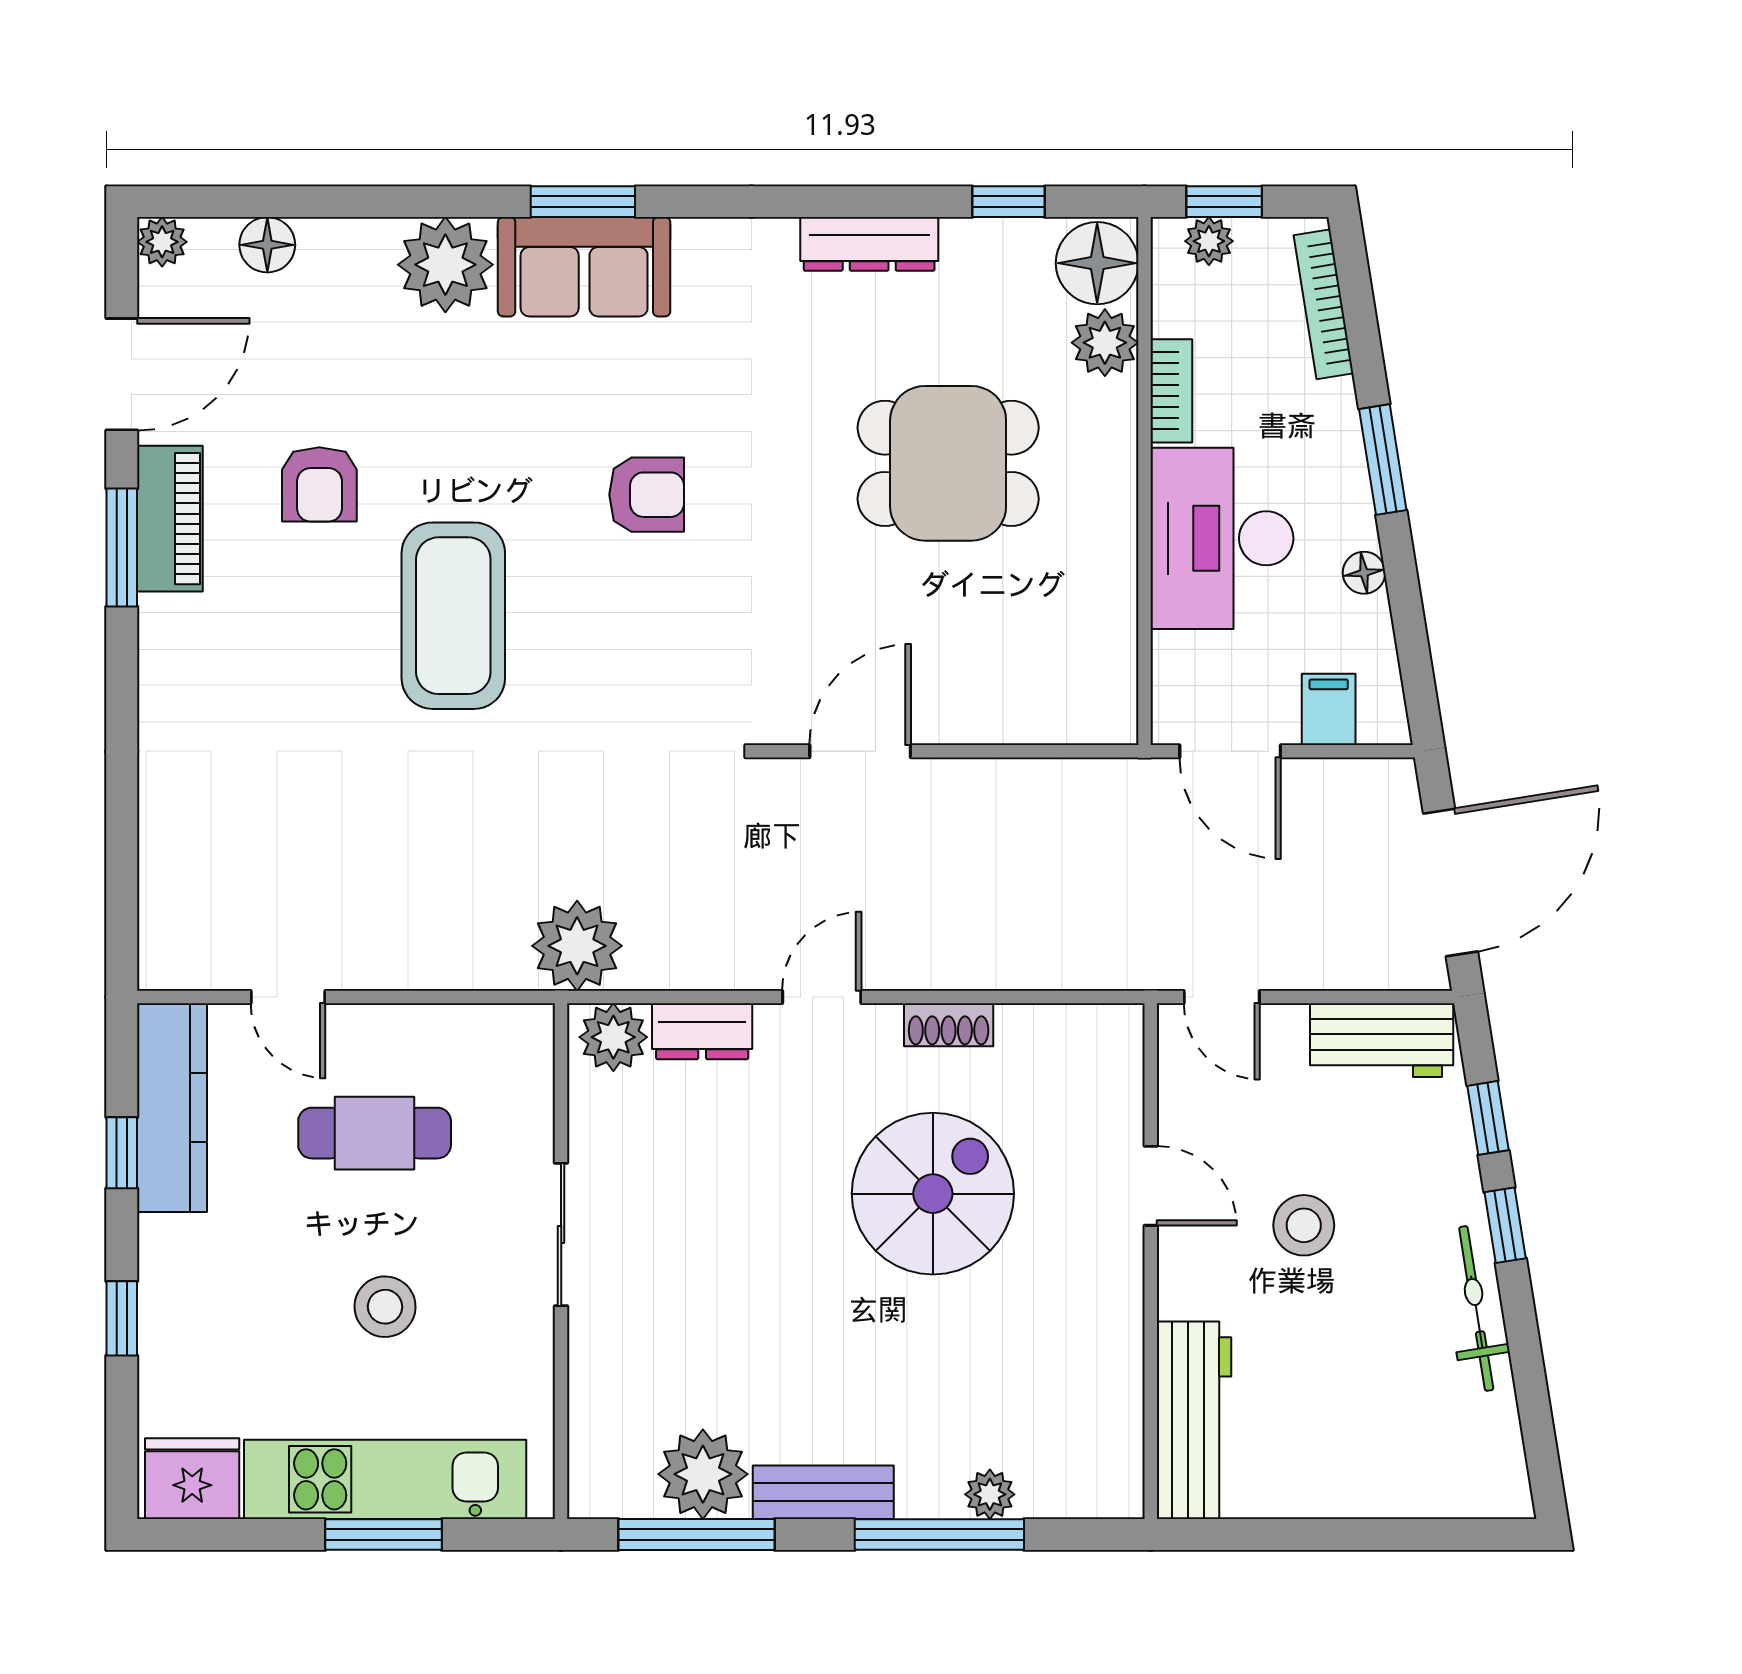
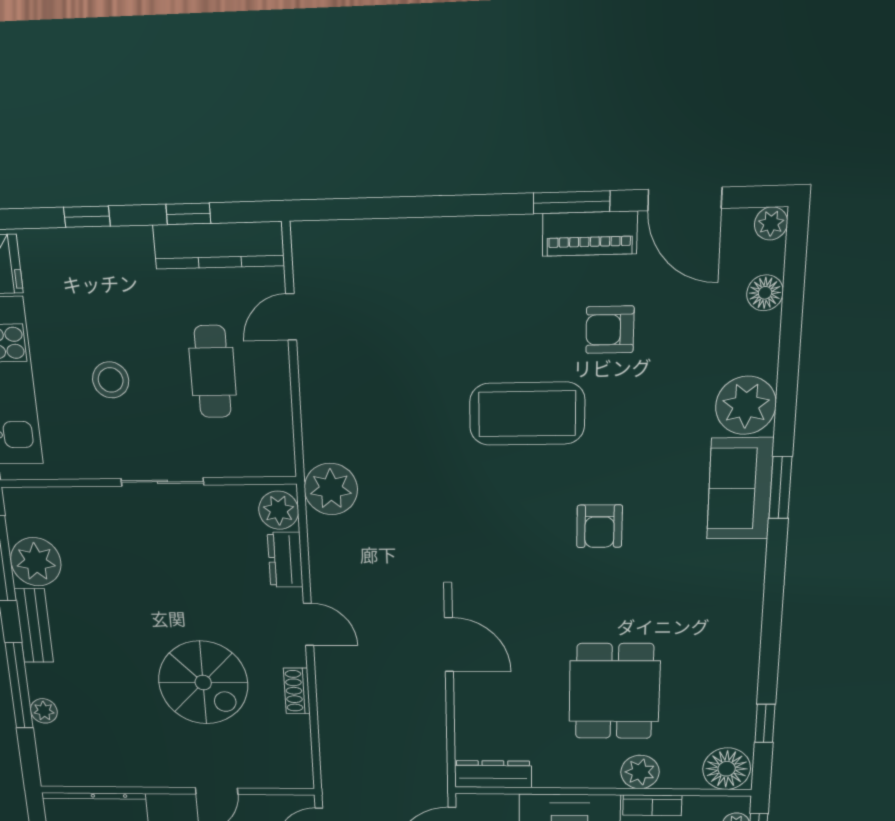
dresser: (869, 244) -> (493, 774), moved, turned 90
plant: (1105, 343) -> (640, 772), moved

